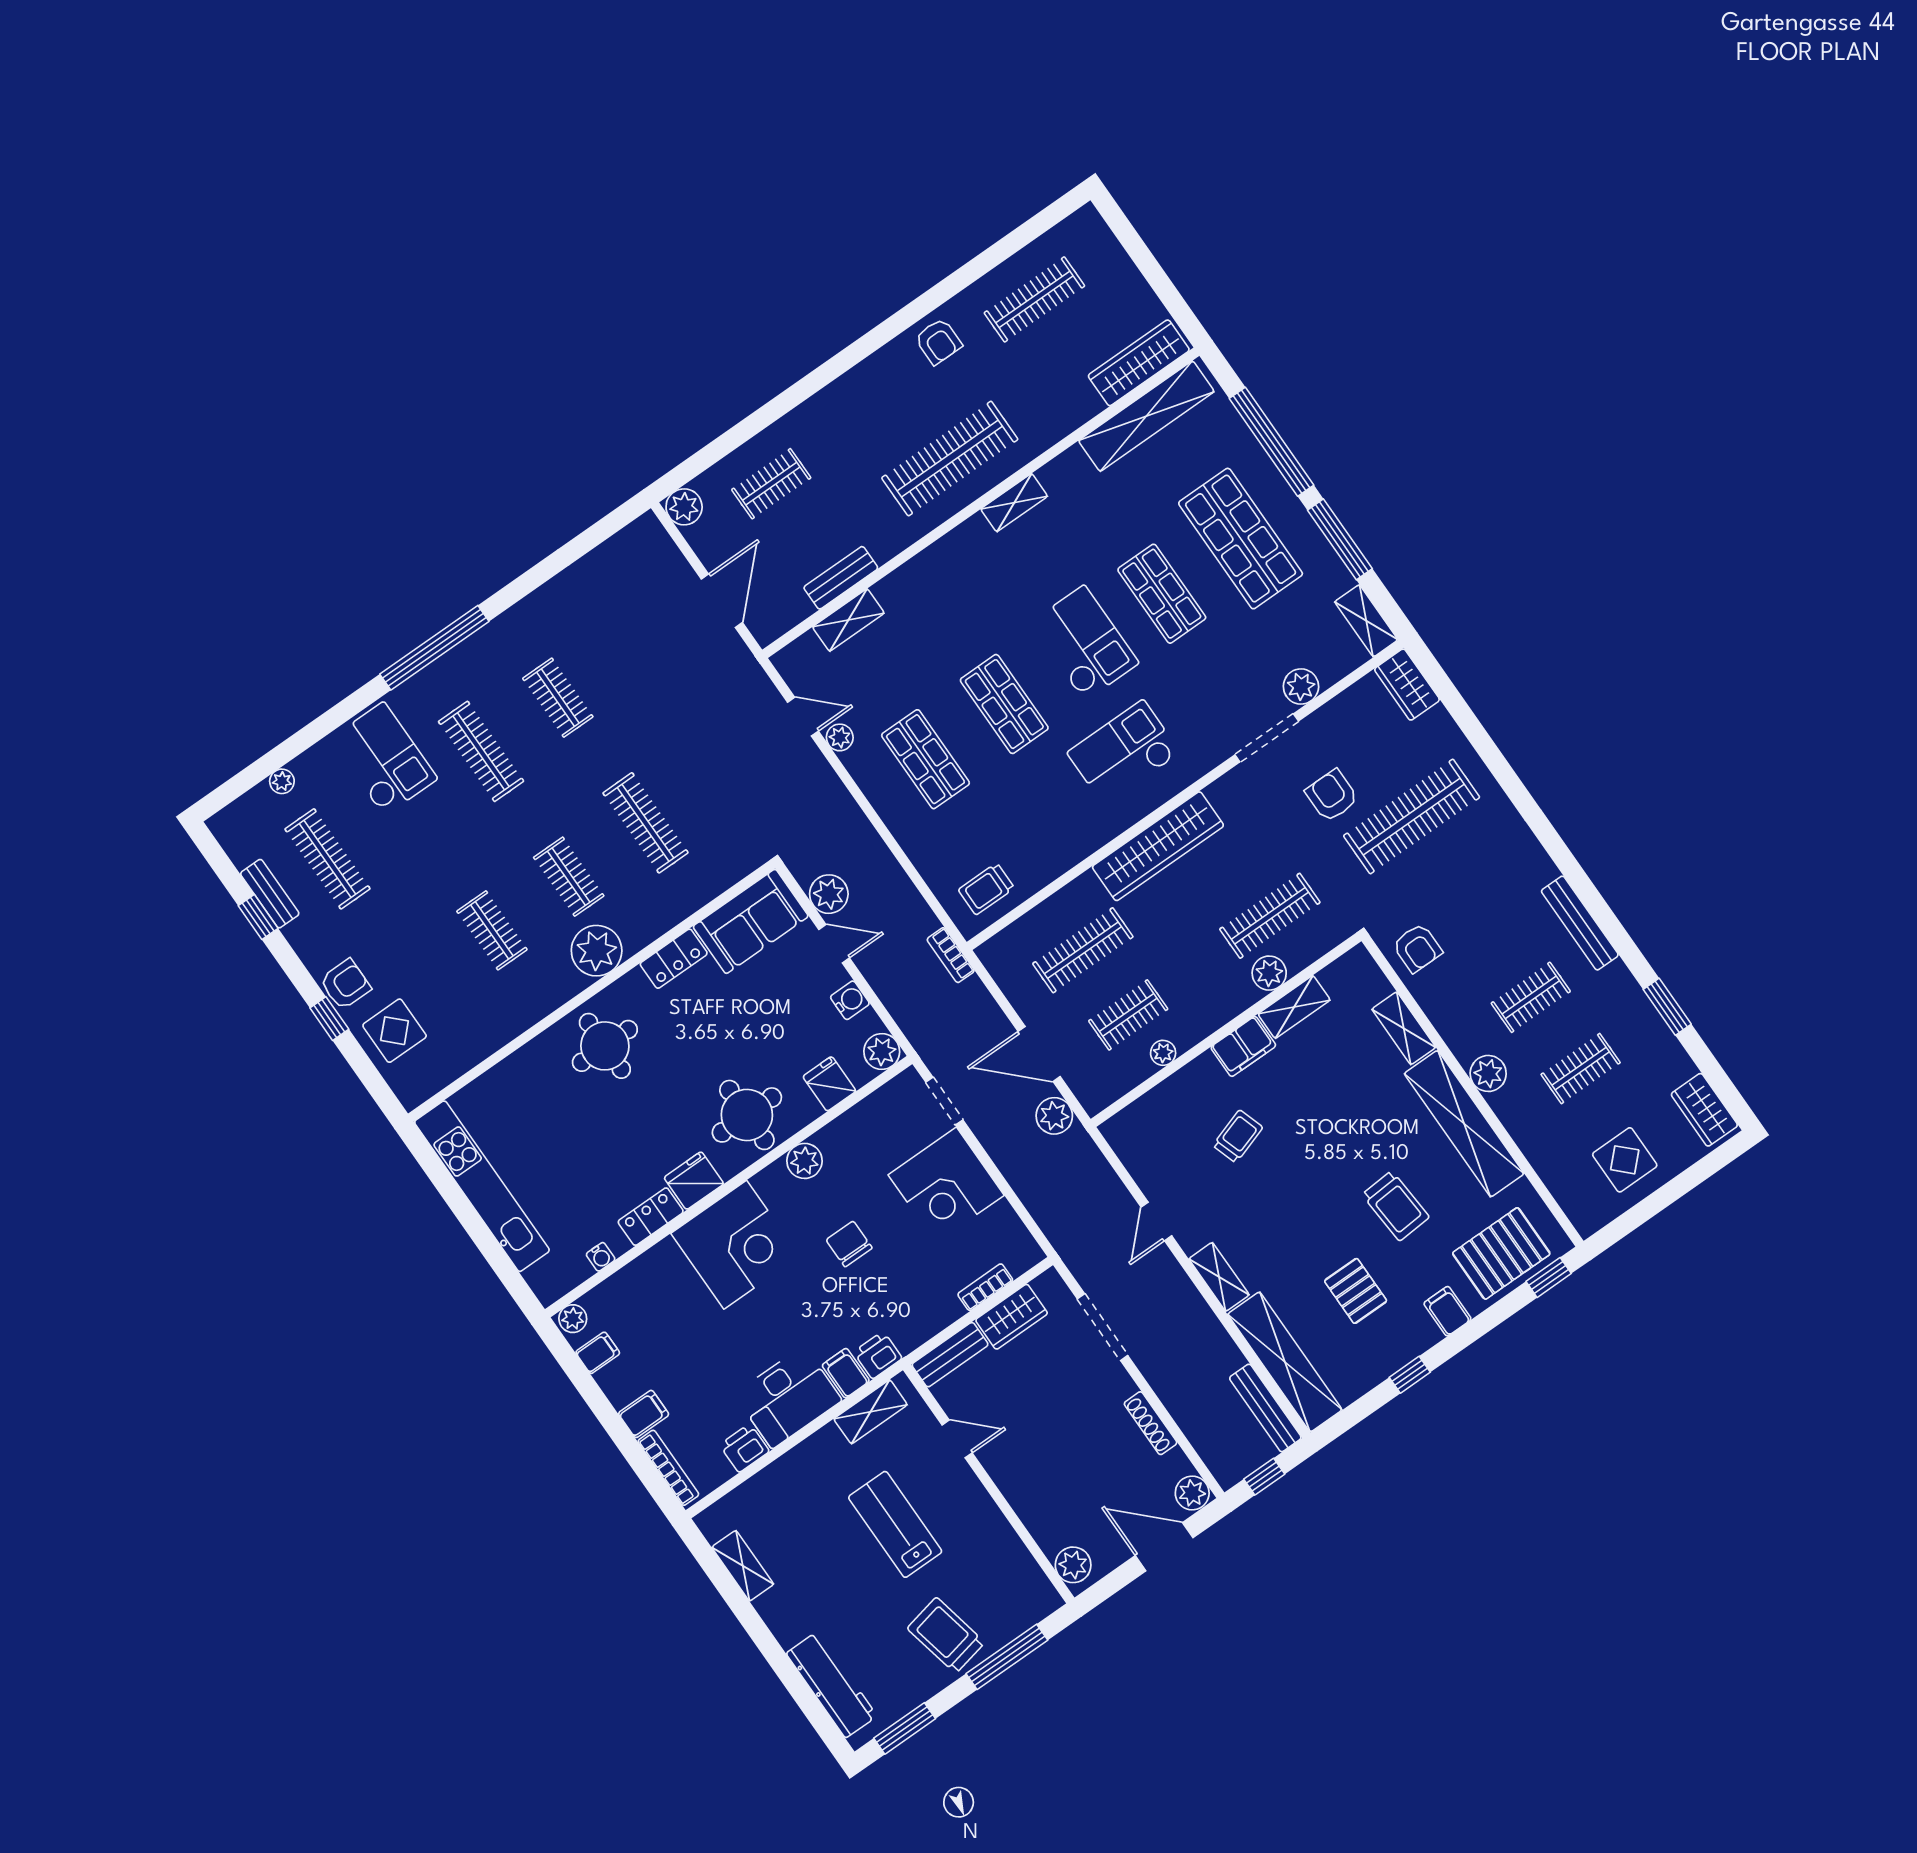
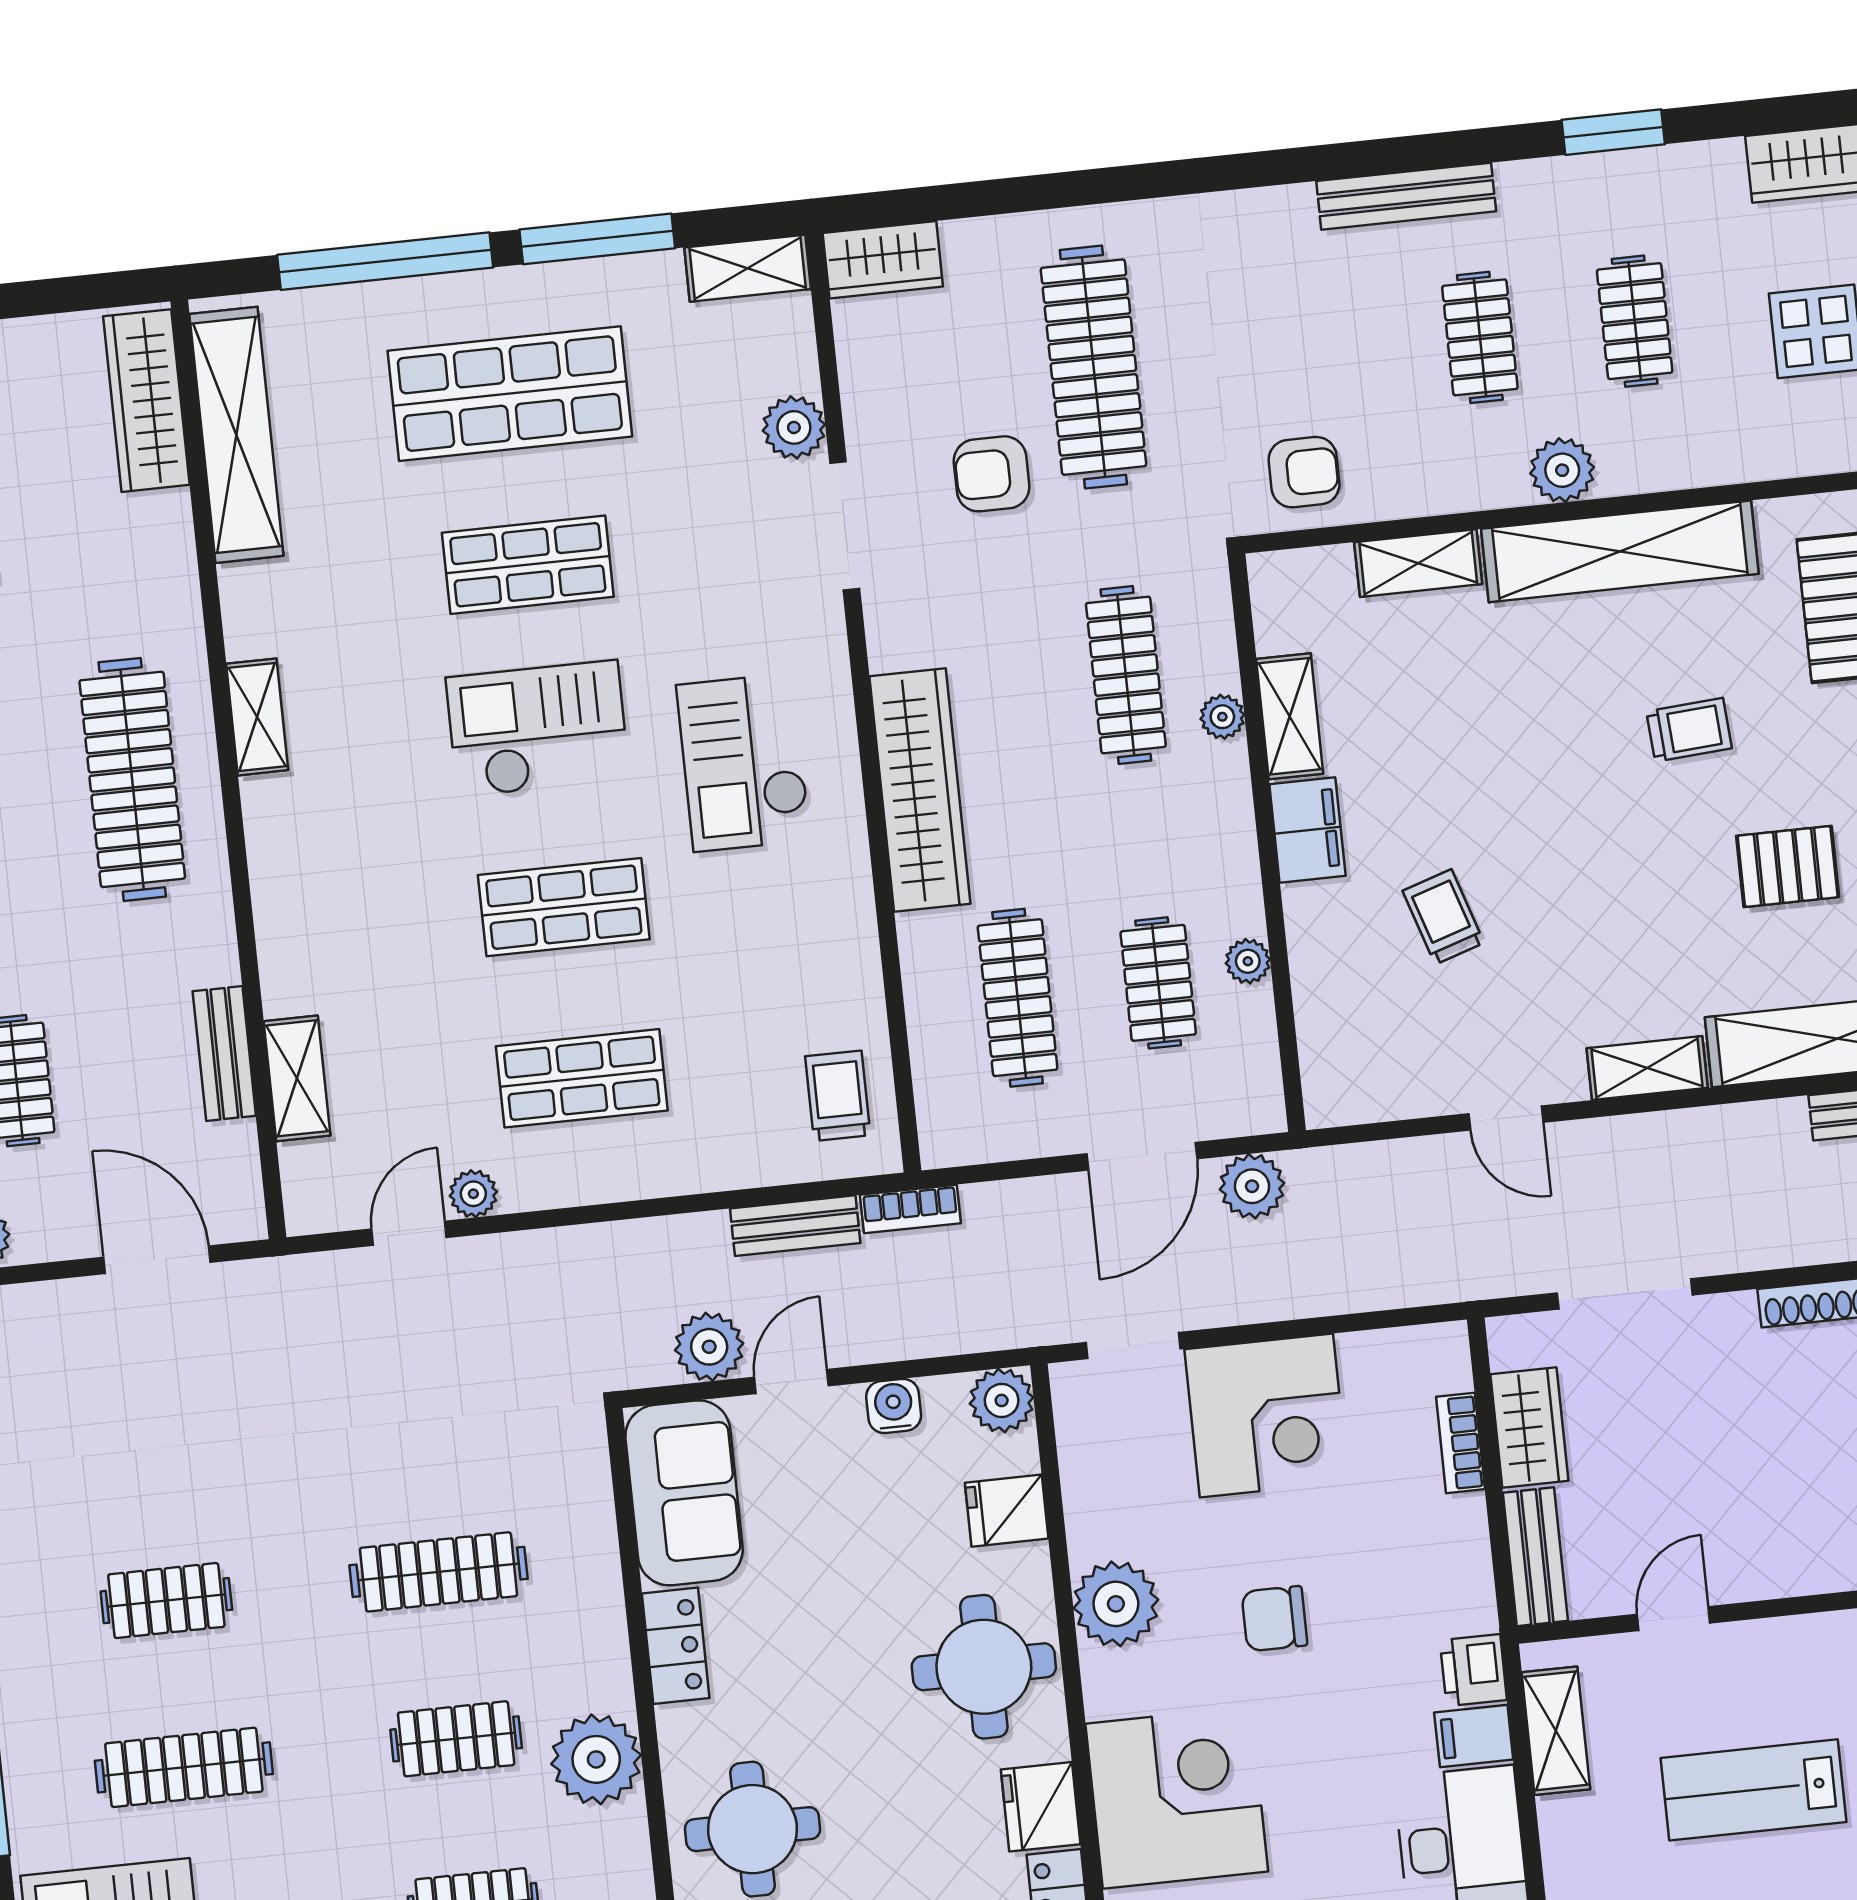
trolley: (986, 889) -> (838, 1096), turned 180
bench: (911, 903) -> (795, 1226), added
plant: (1269, 973) -> (1222, 717), width x0.73, depth x0.73
plant: (804, 1161) -> (1116, 1604), width x1.36, depth x1.36
trolley: (1396, 1206) -> (1689, 730), width x0.73, depth x0.72

